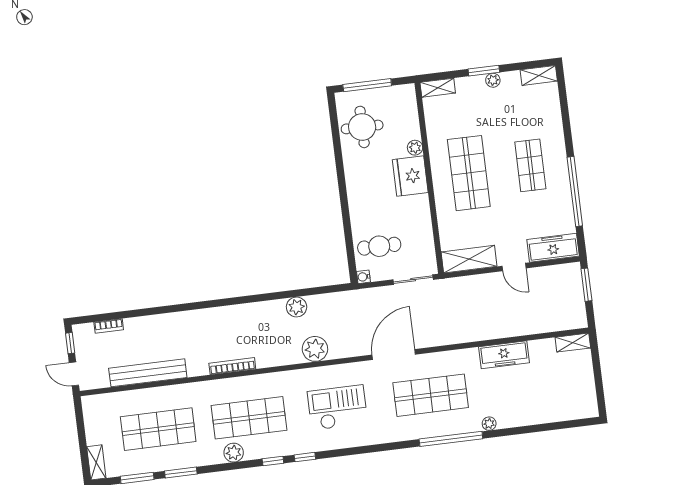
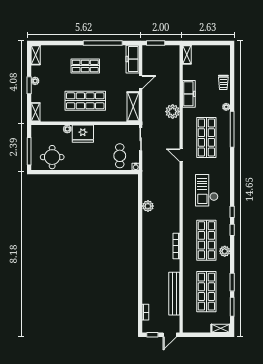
plant: (315, 349) -> (173, 112), moved
door: (394, 355) -> (181, 155), width x0.53
trolley: (532, 413) -> (223, 82), added

